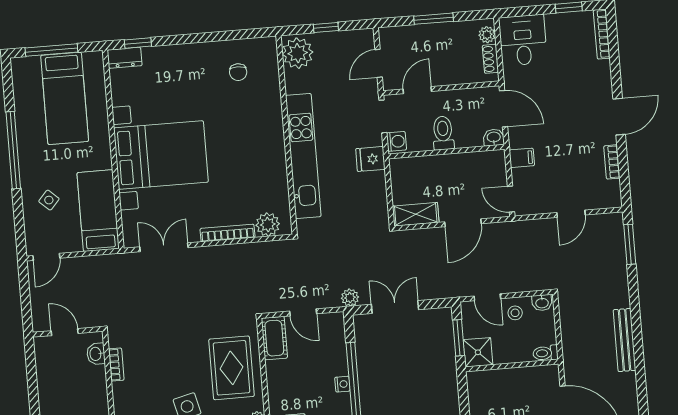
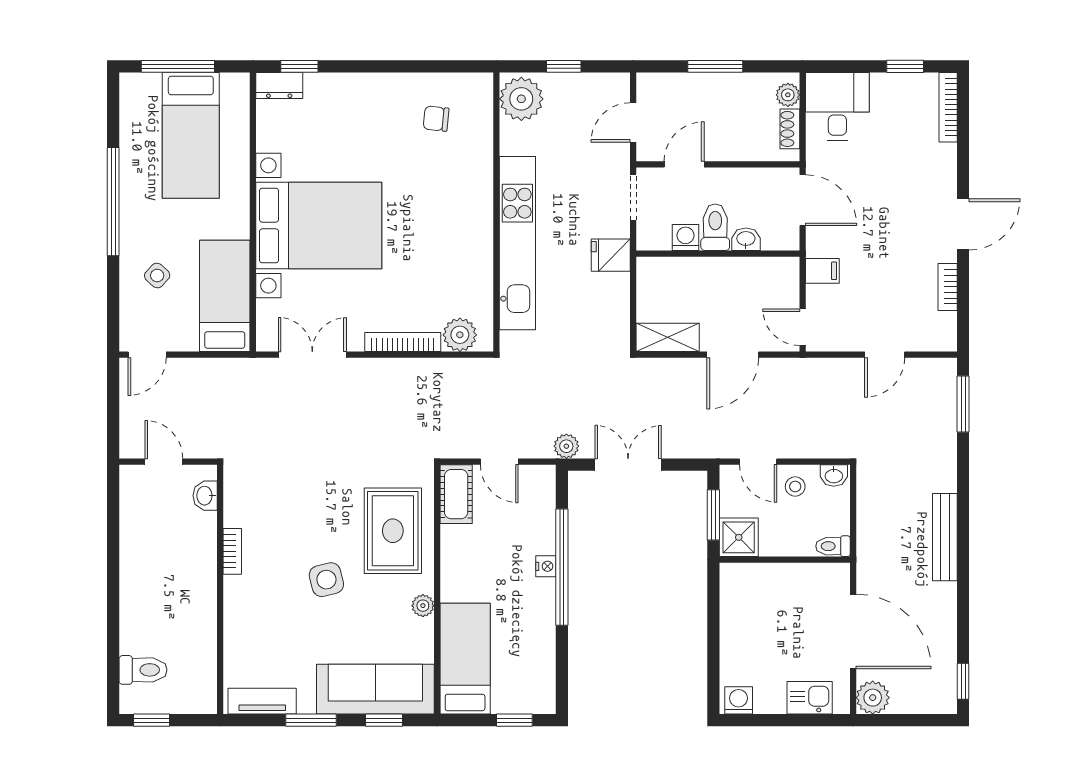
chair: (238, 72) -> (436, 119), turned 96
washbasin: (494, 137) -> (746, 239), moved
washing machine: (397, 141) -> (685, 237), moved, turned -90
bookcase: (116, 365) -> (232, 551), moved

